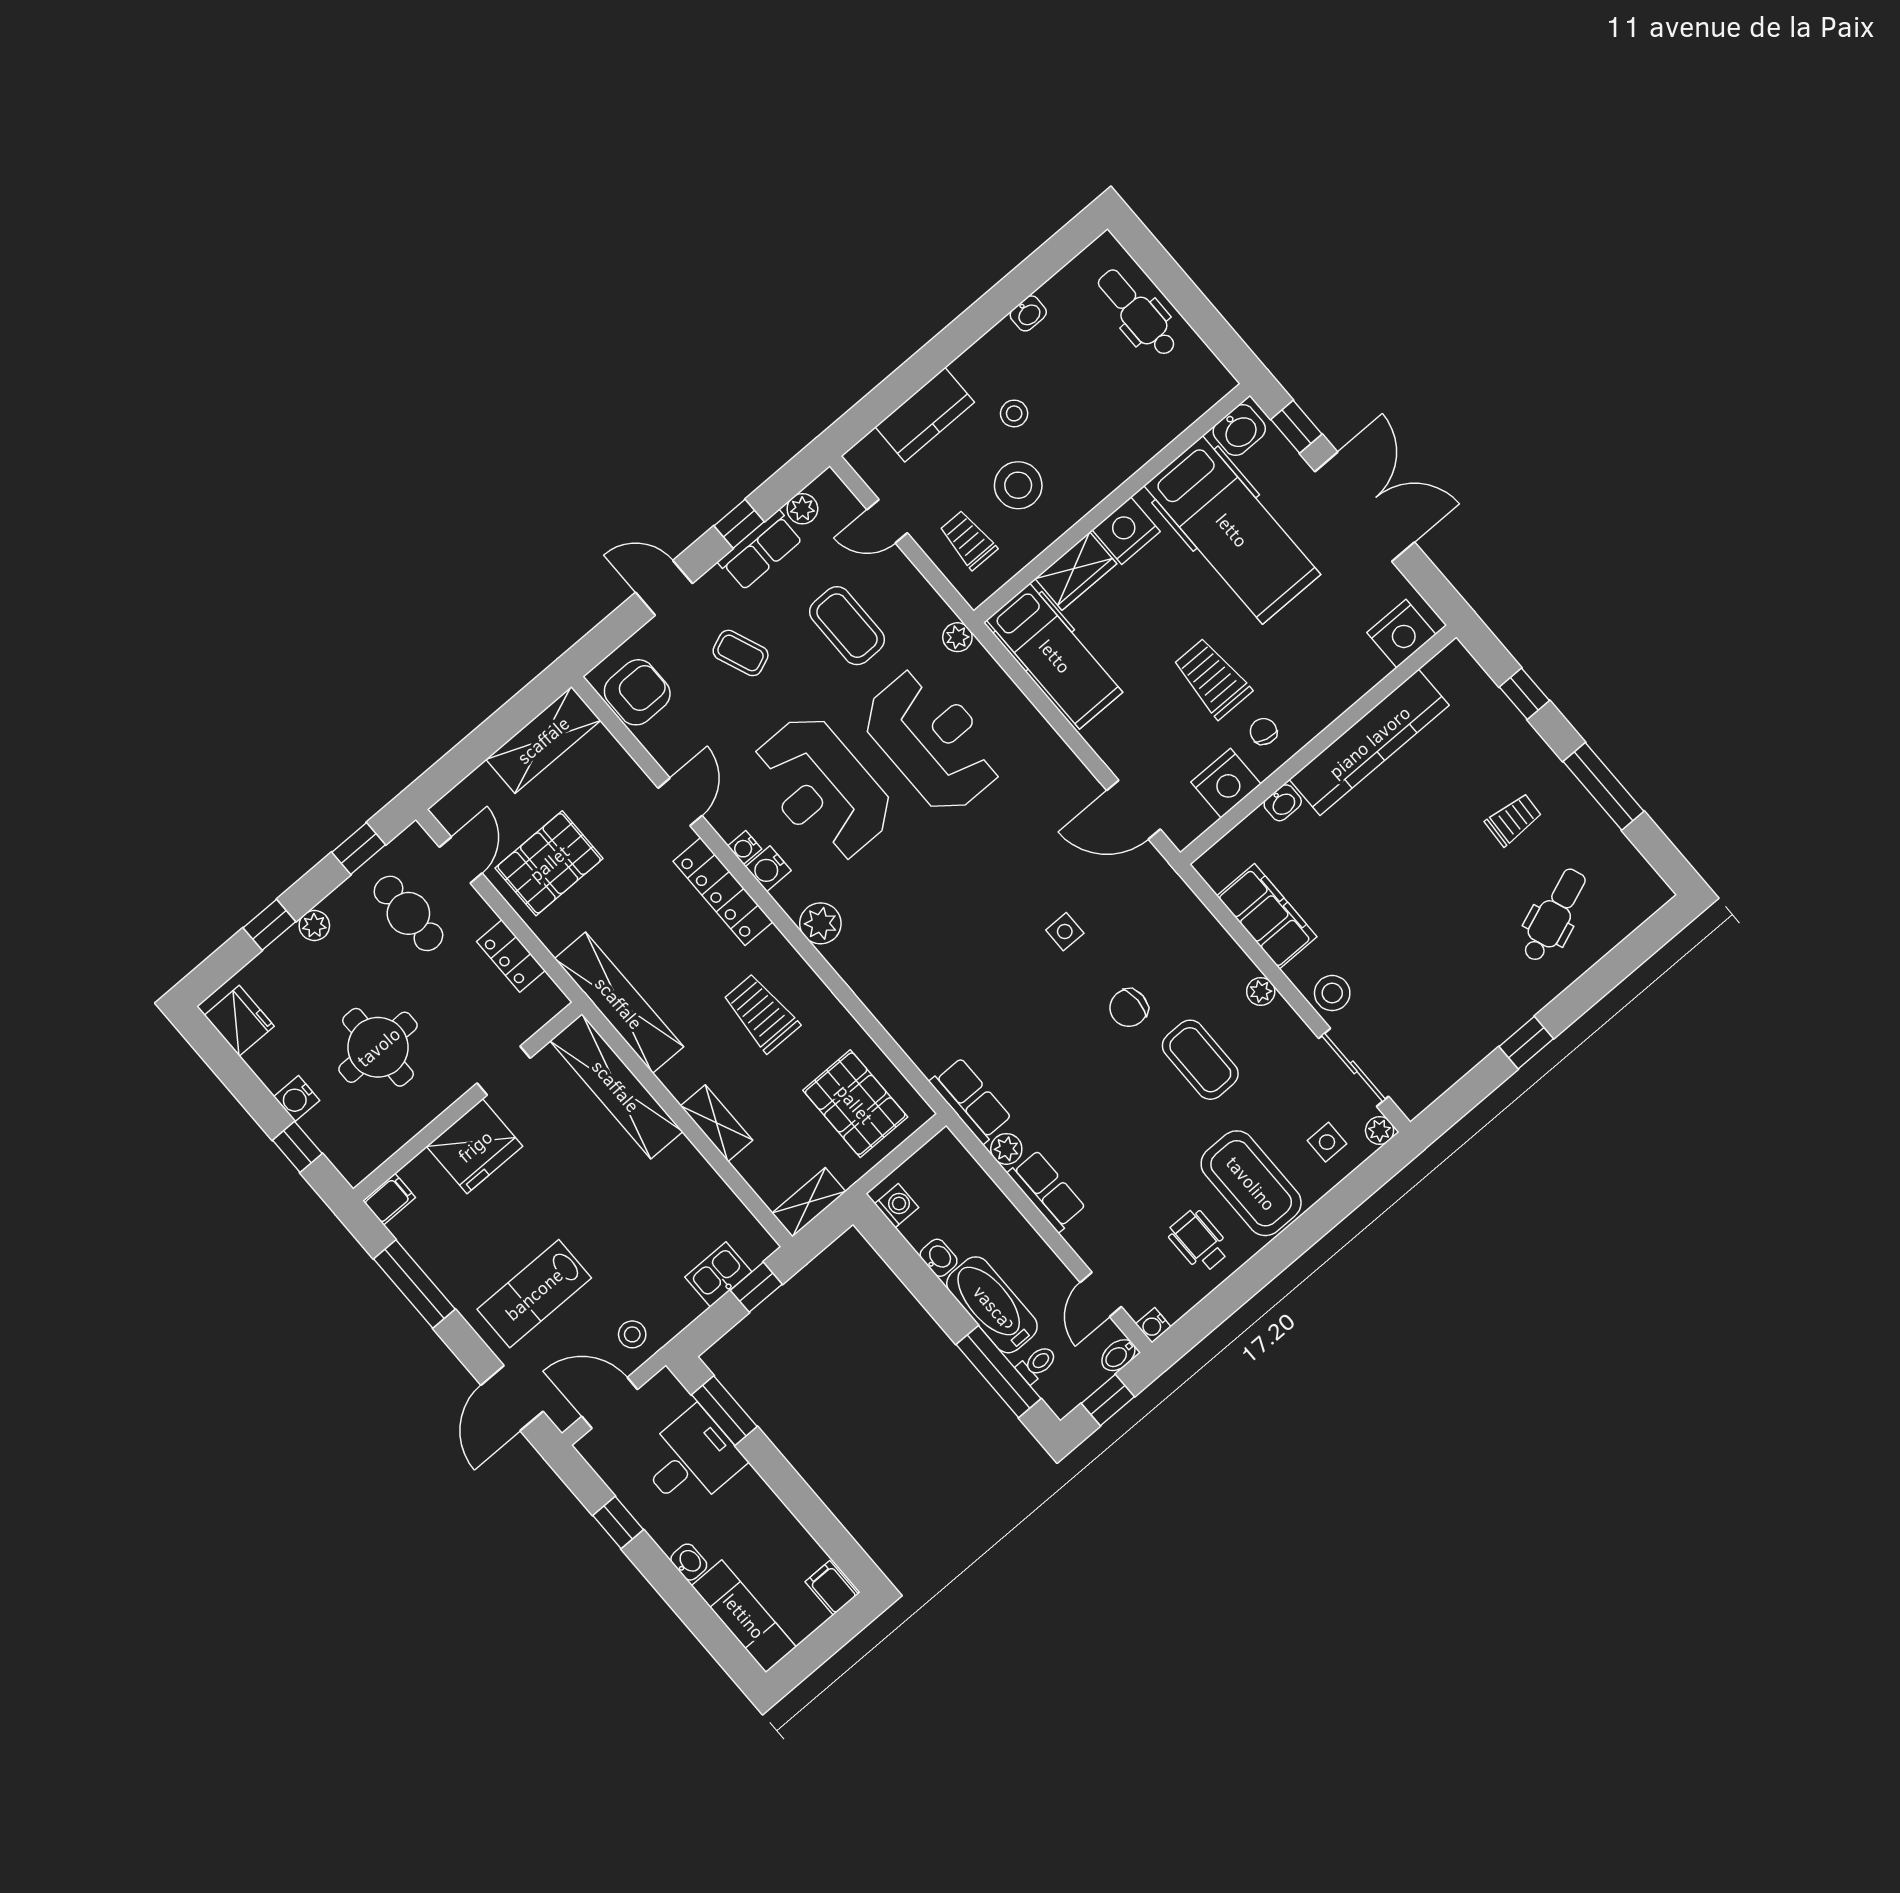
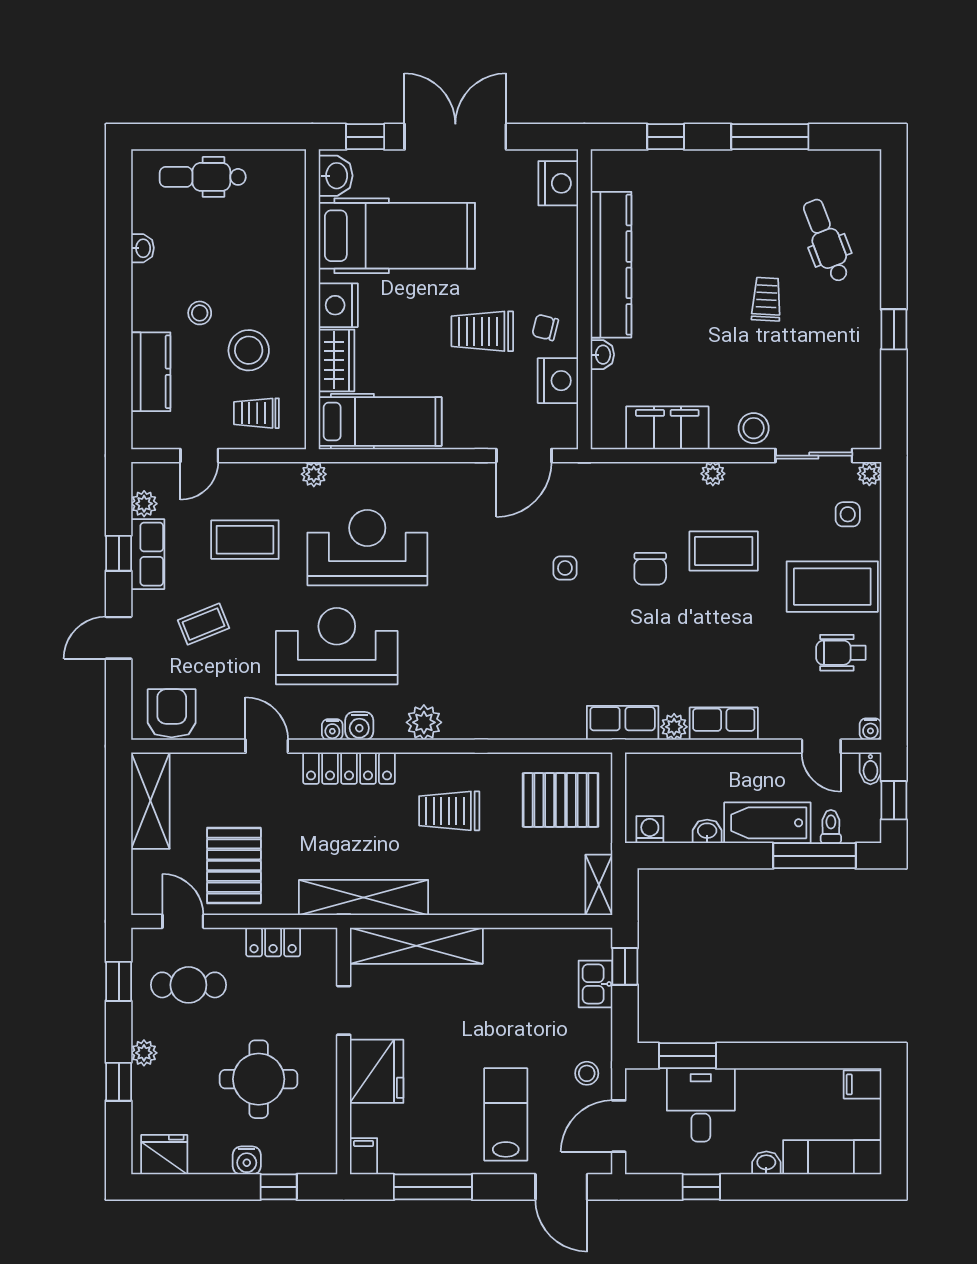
reception desk: (822, 788) -> (337, 646), turned 180
trolley: (1513, 820) -> (766, 299), moved
shelving: (717, 1123) -> (496, 901), removed
lab bench: (534, 1294) -> (506, 1114), turned 180

